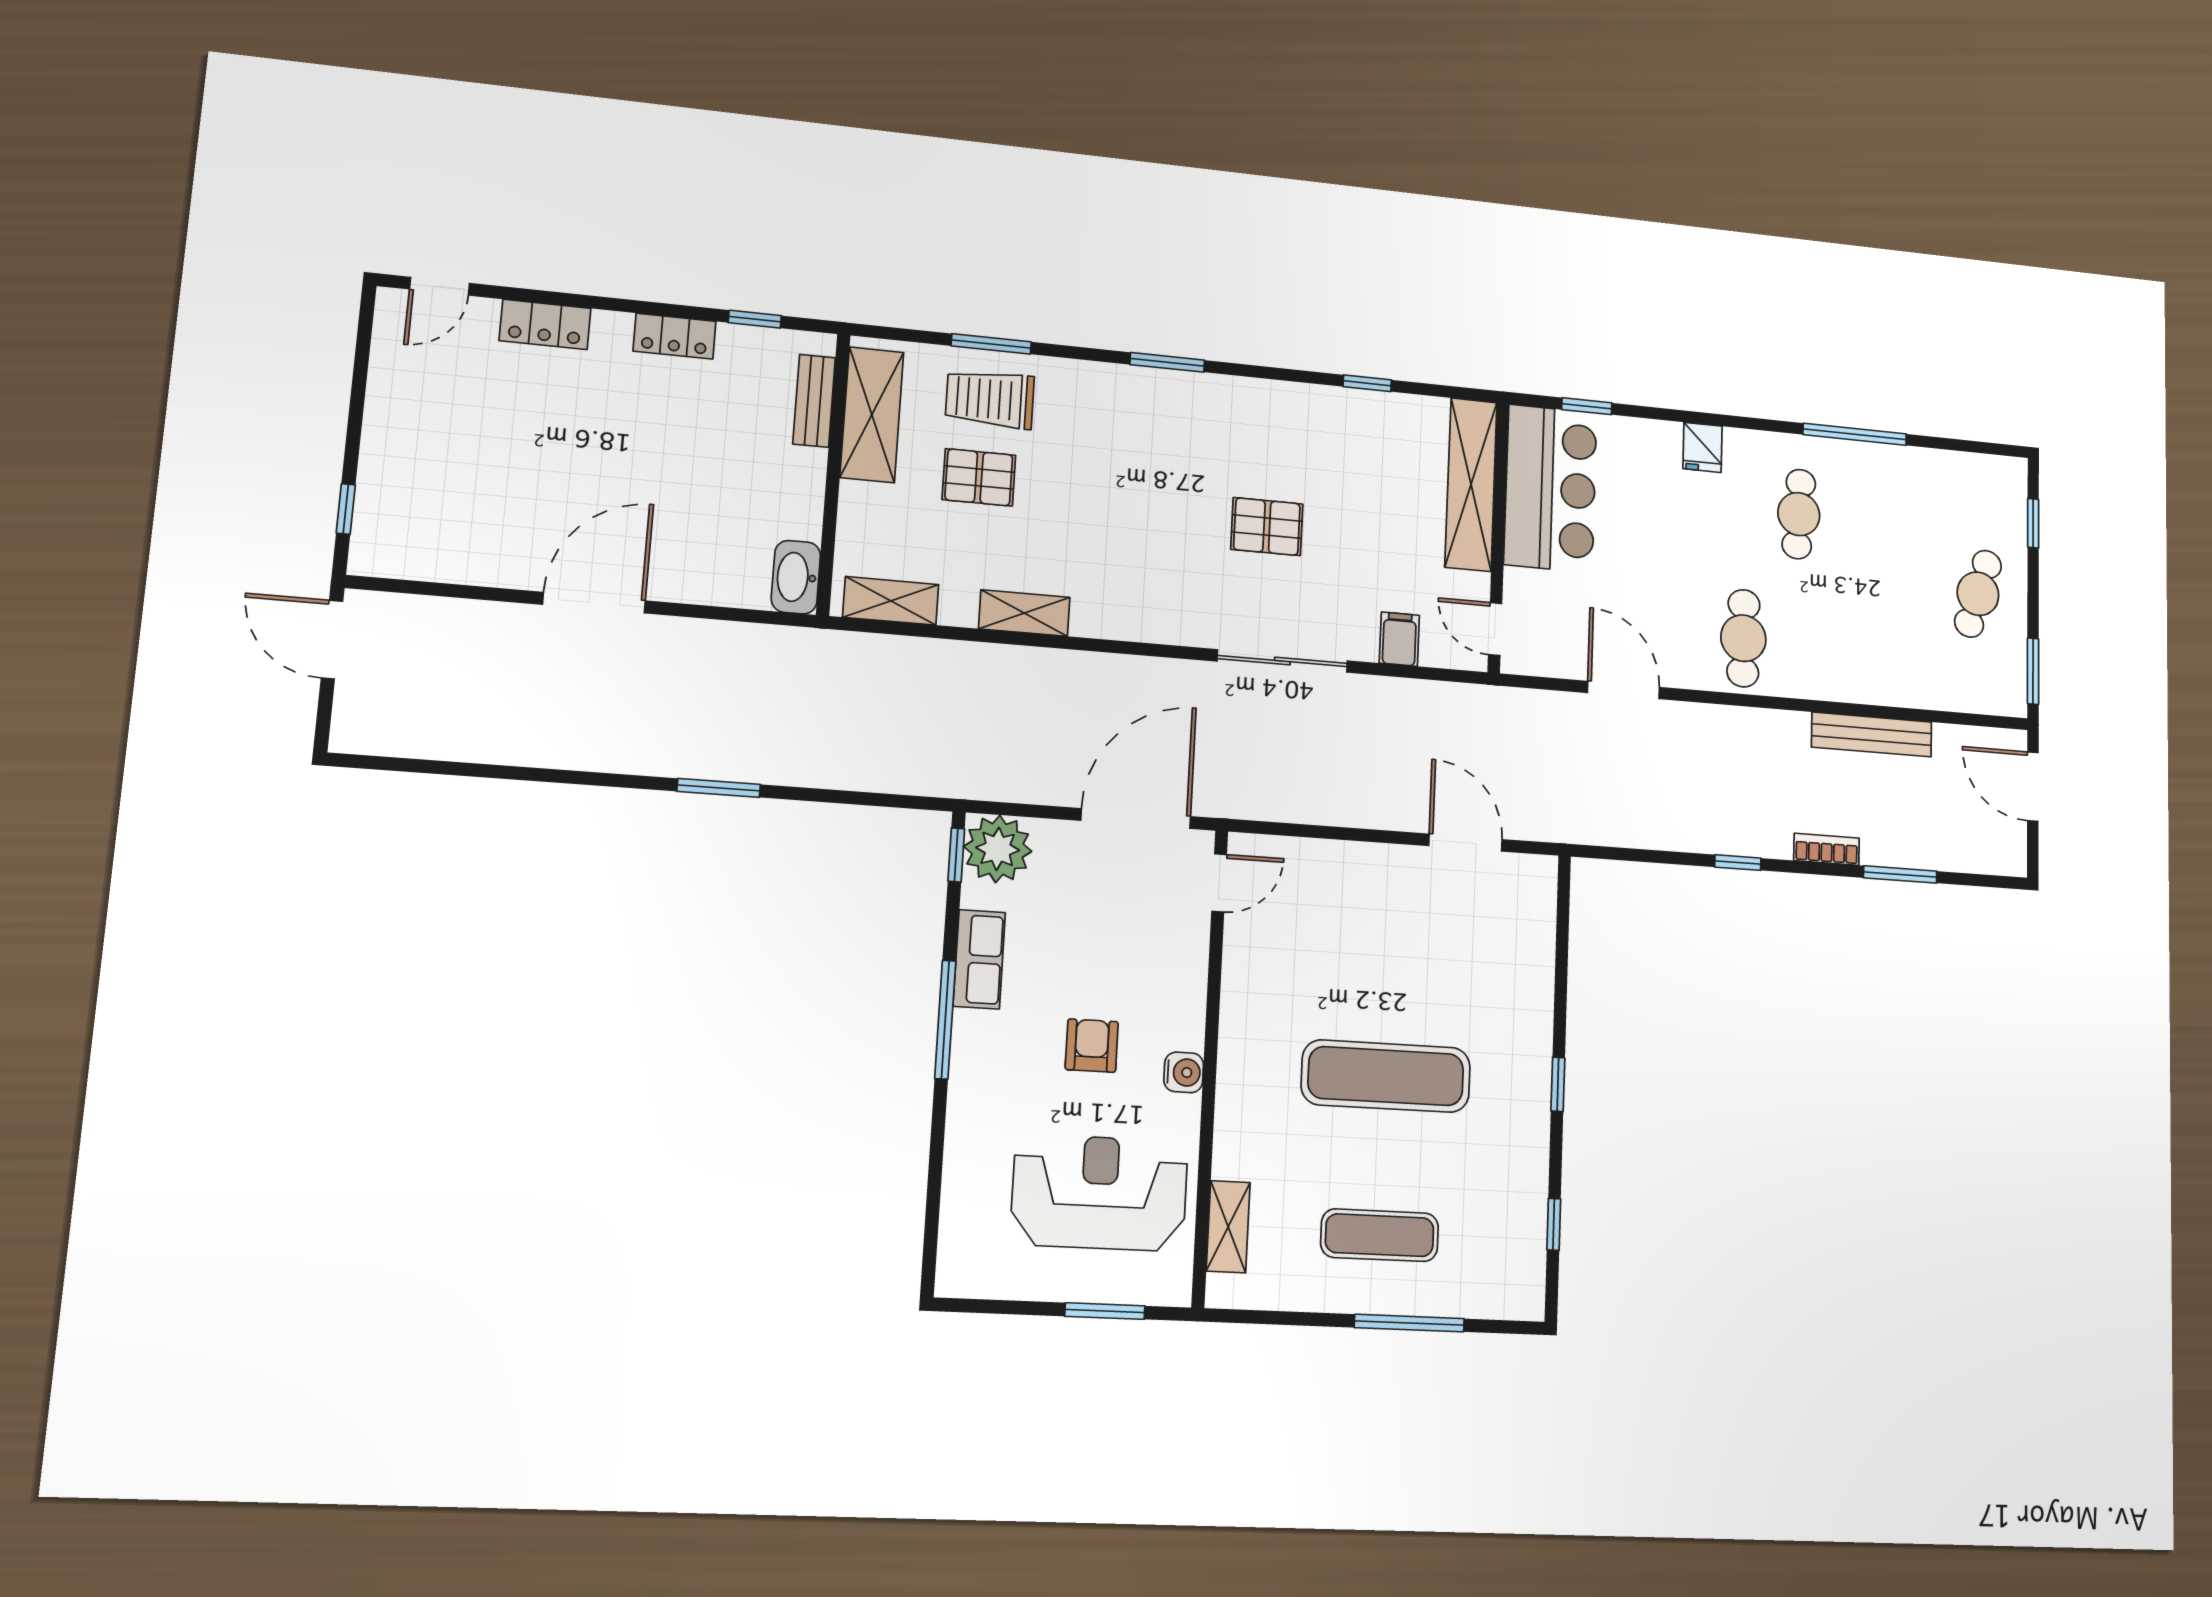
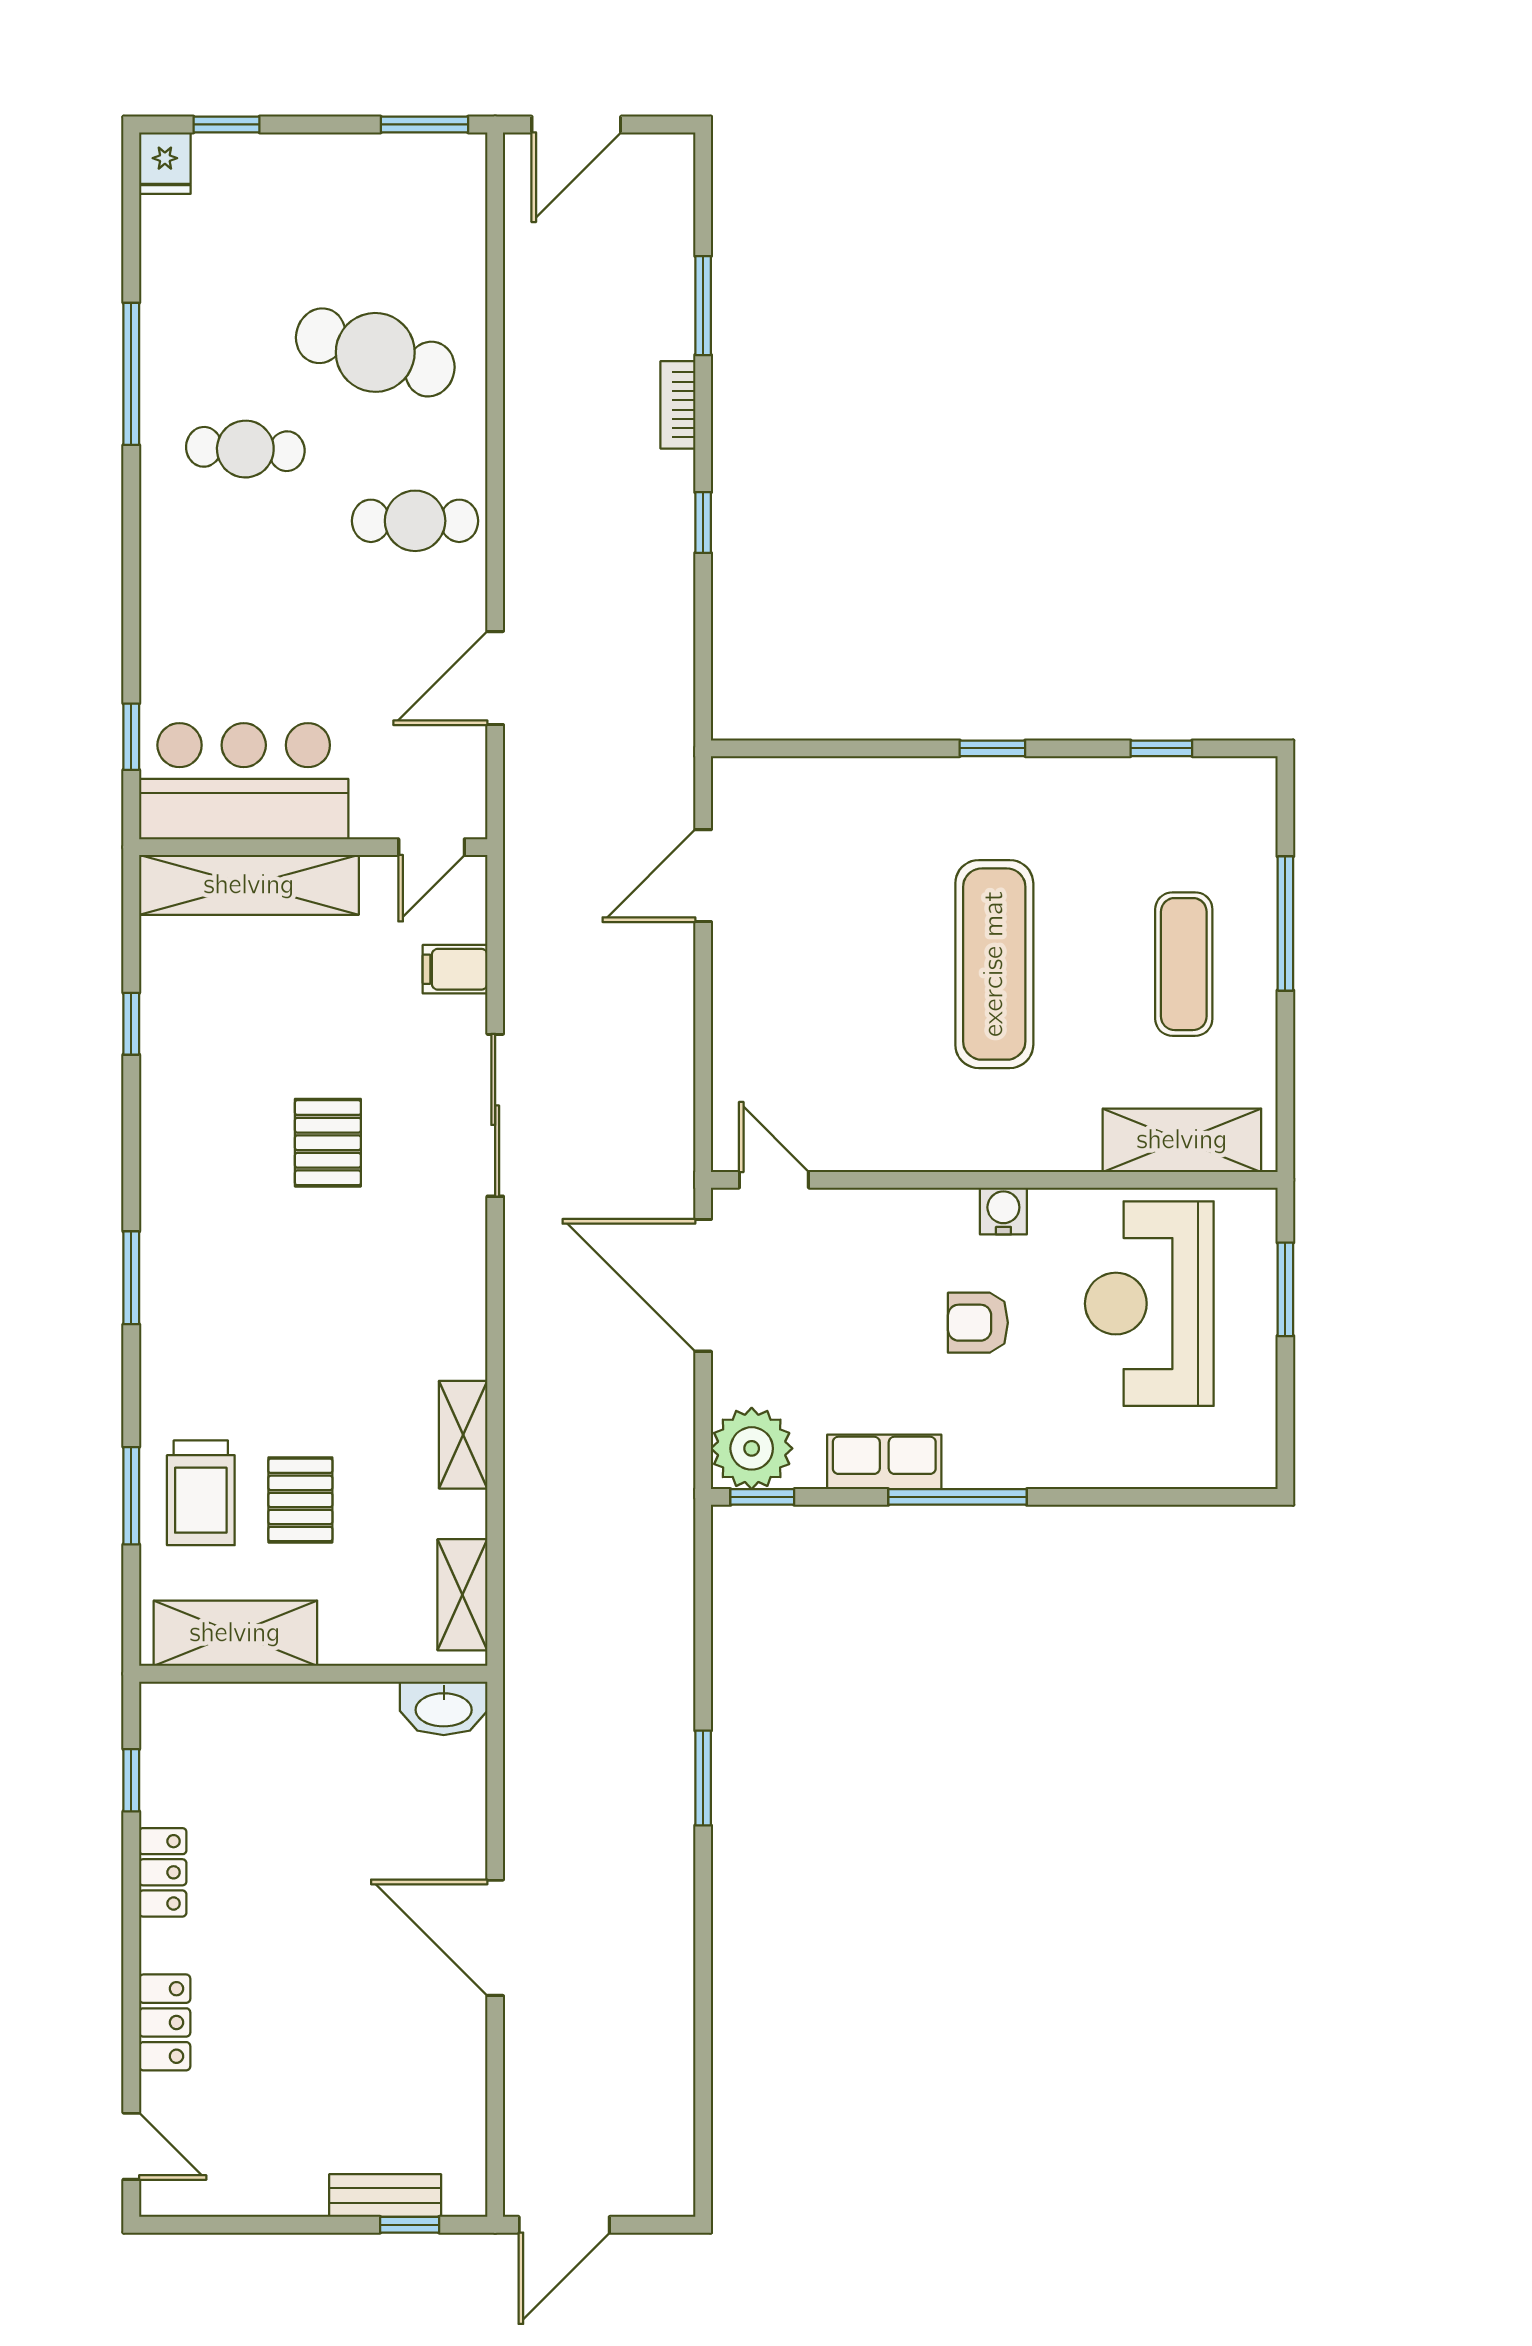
bench: (814, 401) -> (385, 2196), moved
fridge: (1703, 447) -> (165, 163), moved, turned 90
cafe table: (1978, 594) -> (375, 352), moved, width x1.37, depth x1.35
bench: (1872, 735) -> (526, 346), removed
shelving: (1228, 1227) -> (1182, 1140), width x1.50, depth x1.33

